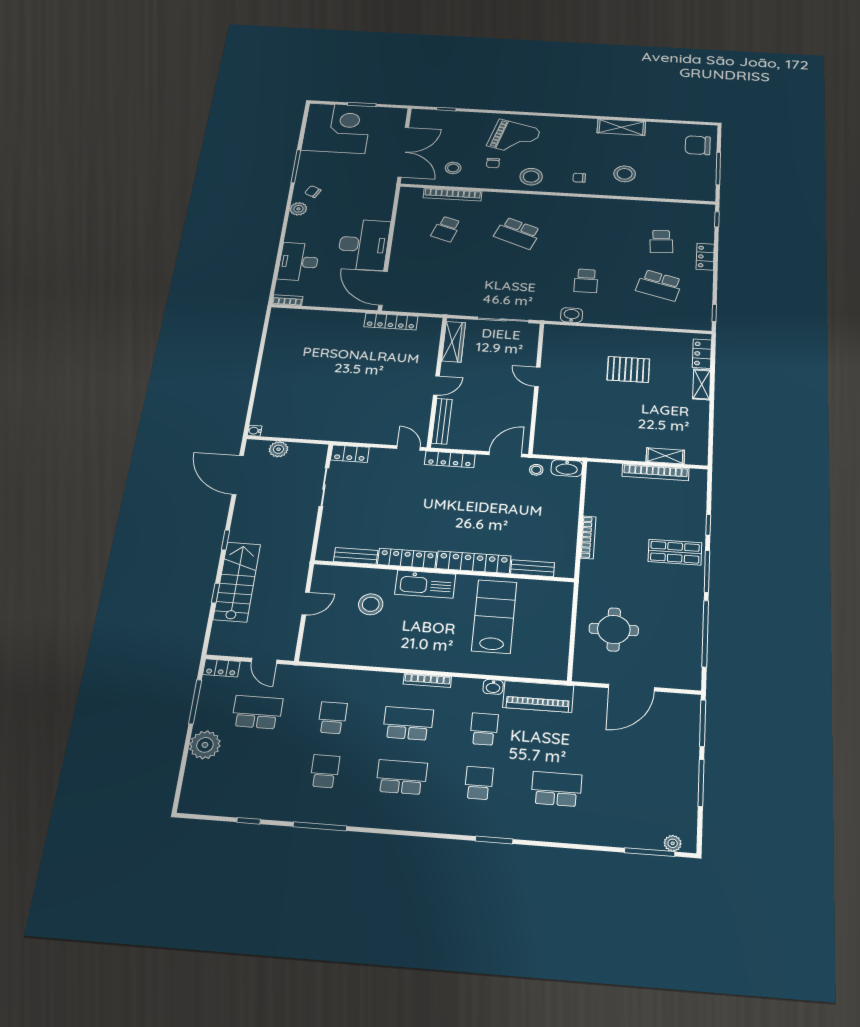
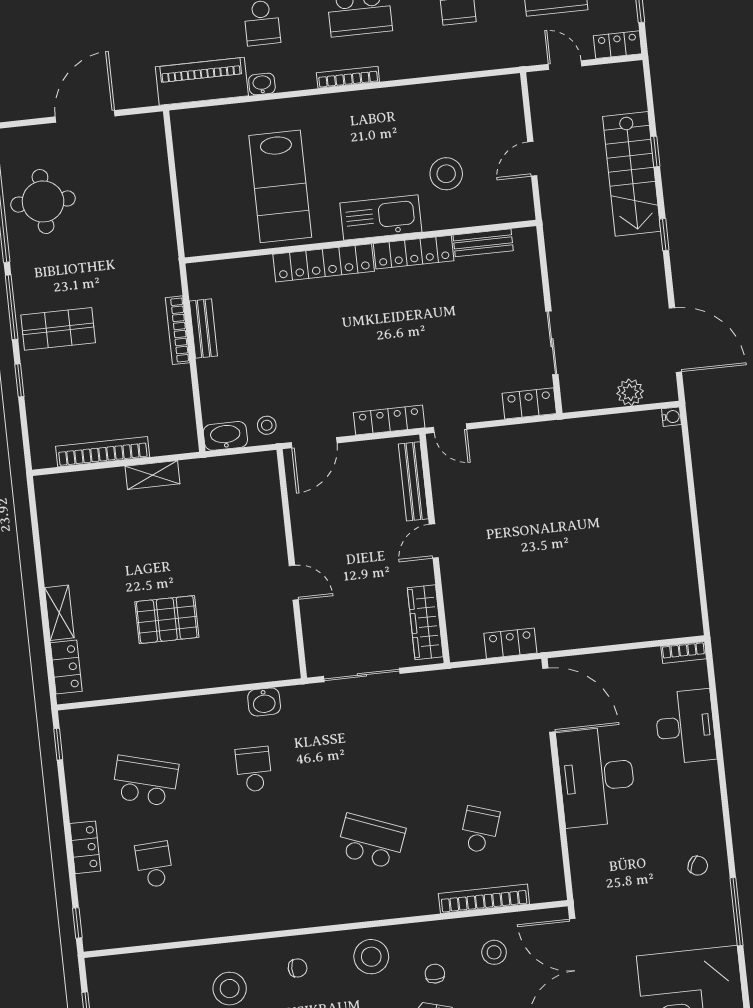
plant: (298, 209) -> (711, 828), removed
locker: (391, 321) -> (510, 643), width x0.66
shelving: (665, 456) -> (152, 475), moved
bench: (533, 568) -> (203, 329), moved, turned 90
round table: (614, 629) -> (43, 201), moved

